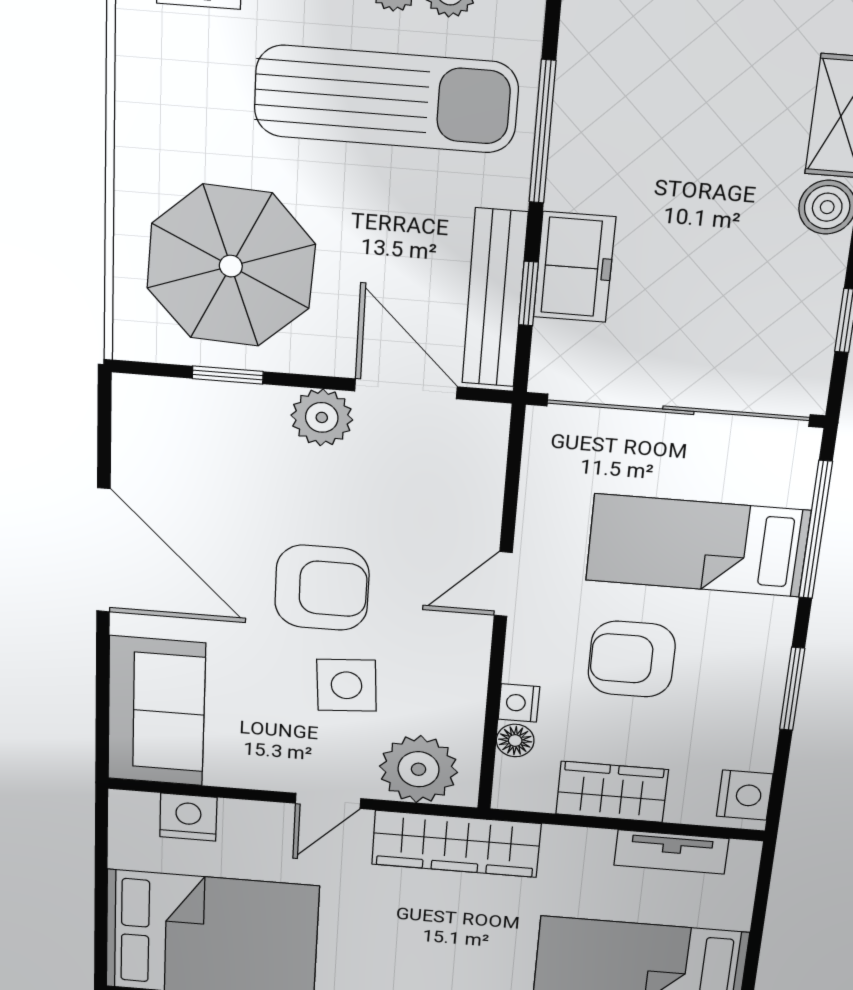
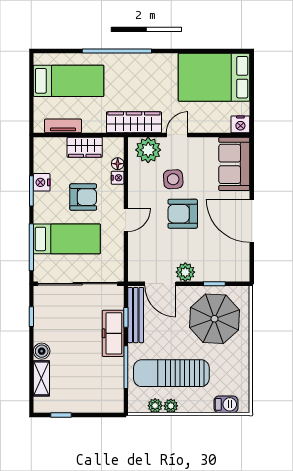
freezer: (574, 267) -> (113, 333), width x1.40
nightstand: (745, 795) -> (42, 182), moved
nightstand: (188, 817) -> (240, 124), moved

